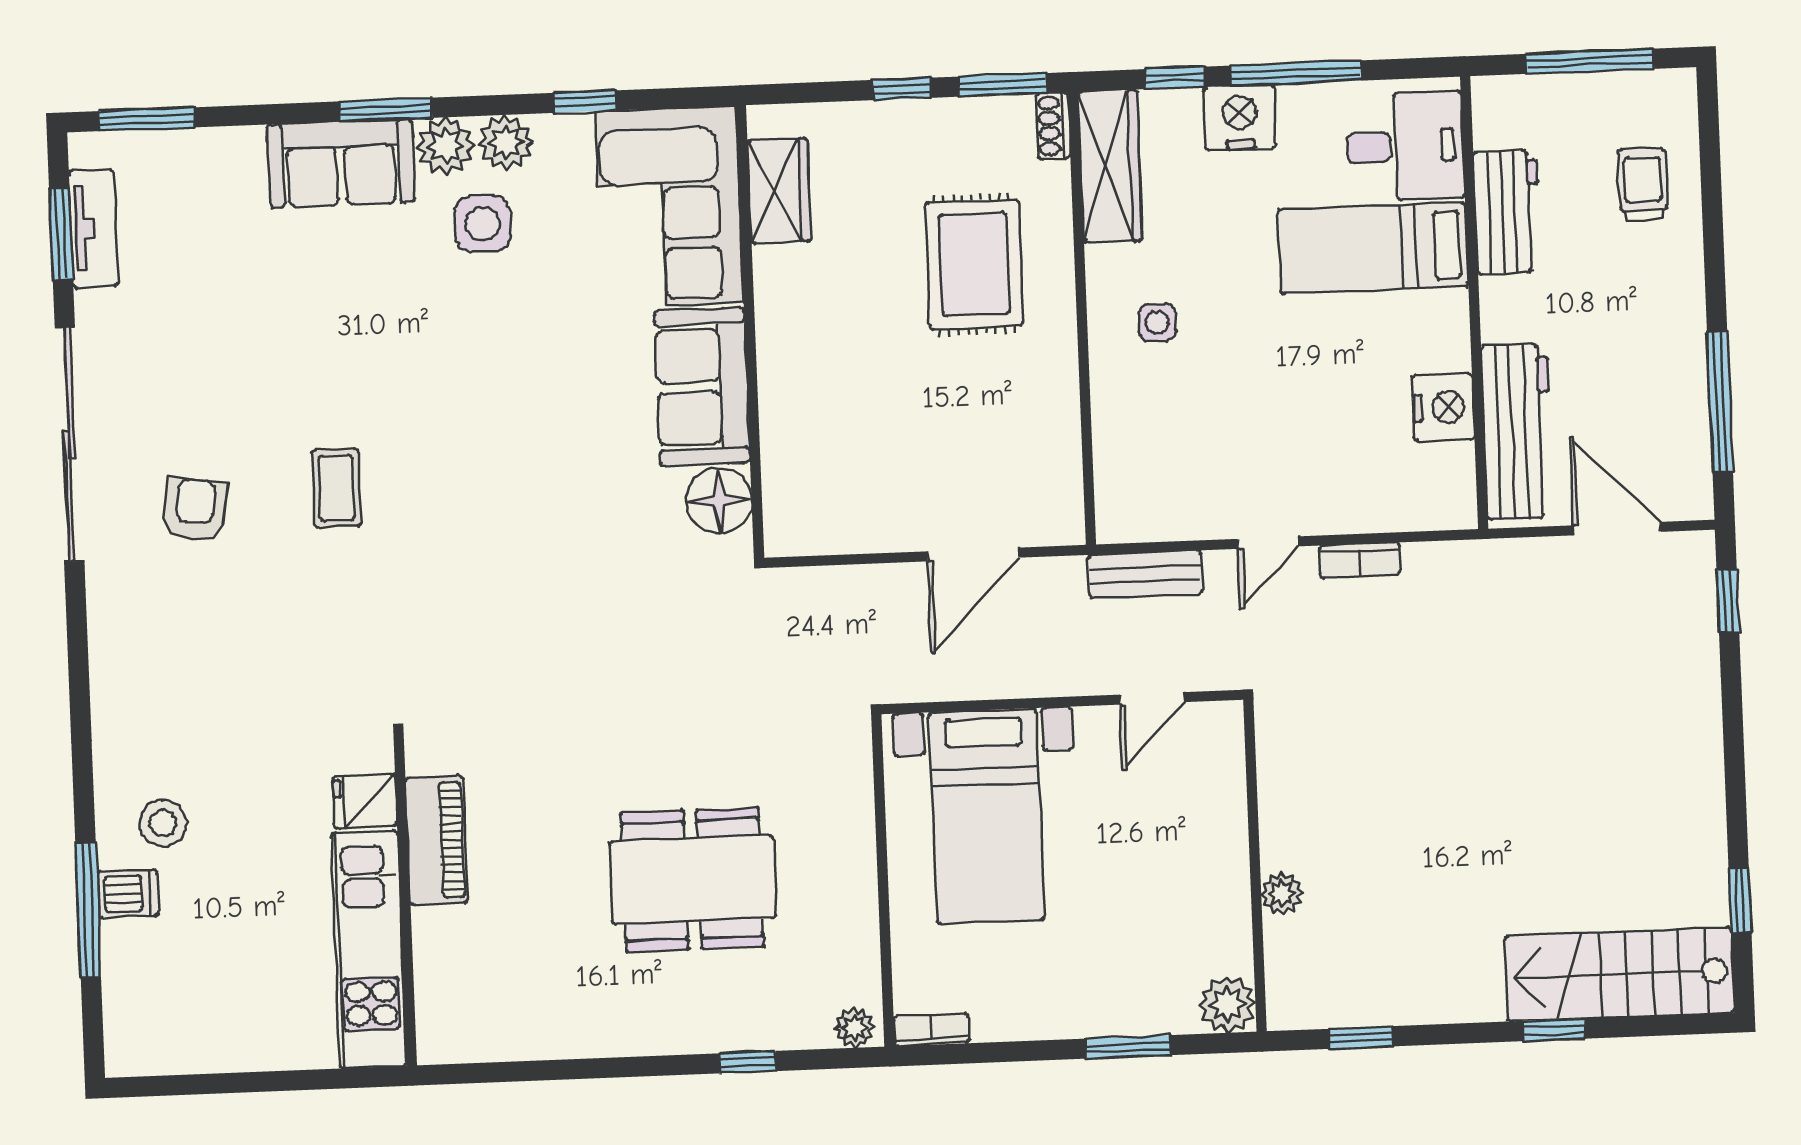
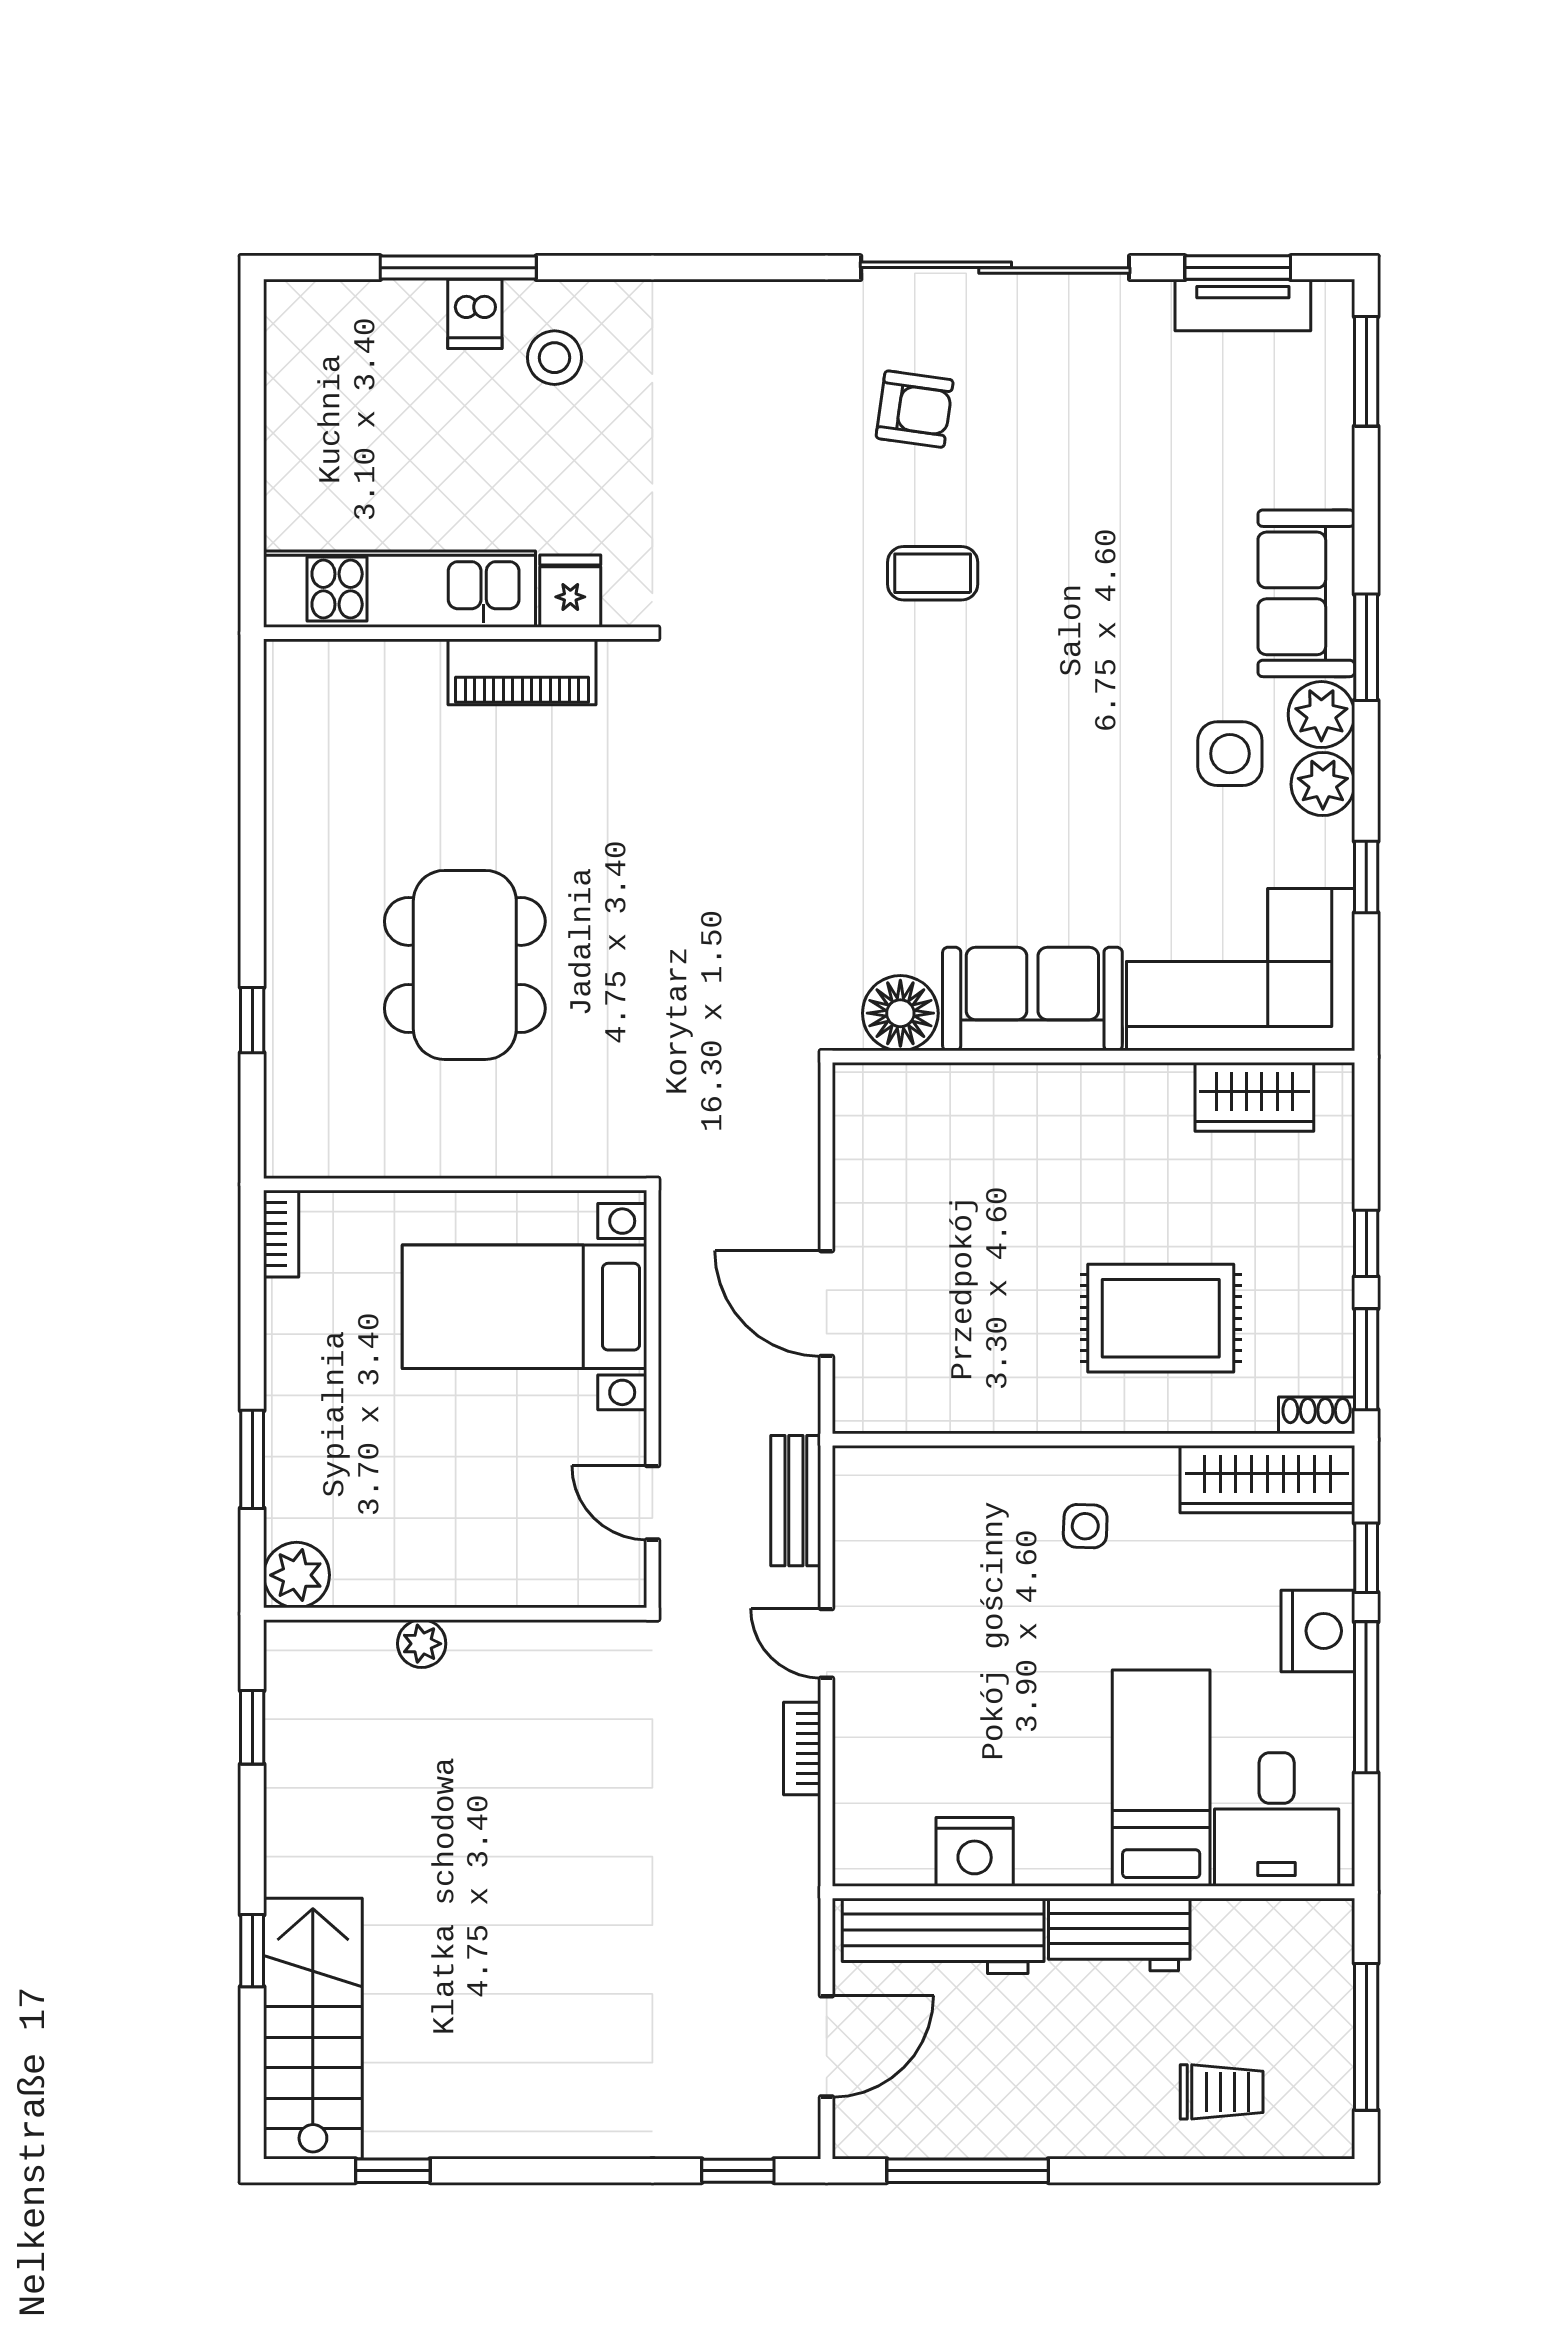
workbench: (1507, 212) -> (1119, 1934), moved
plant: (854, 1028) -> (287, 1145), removed

